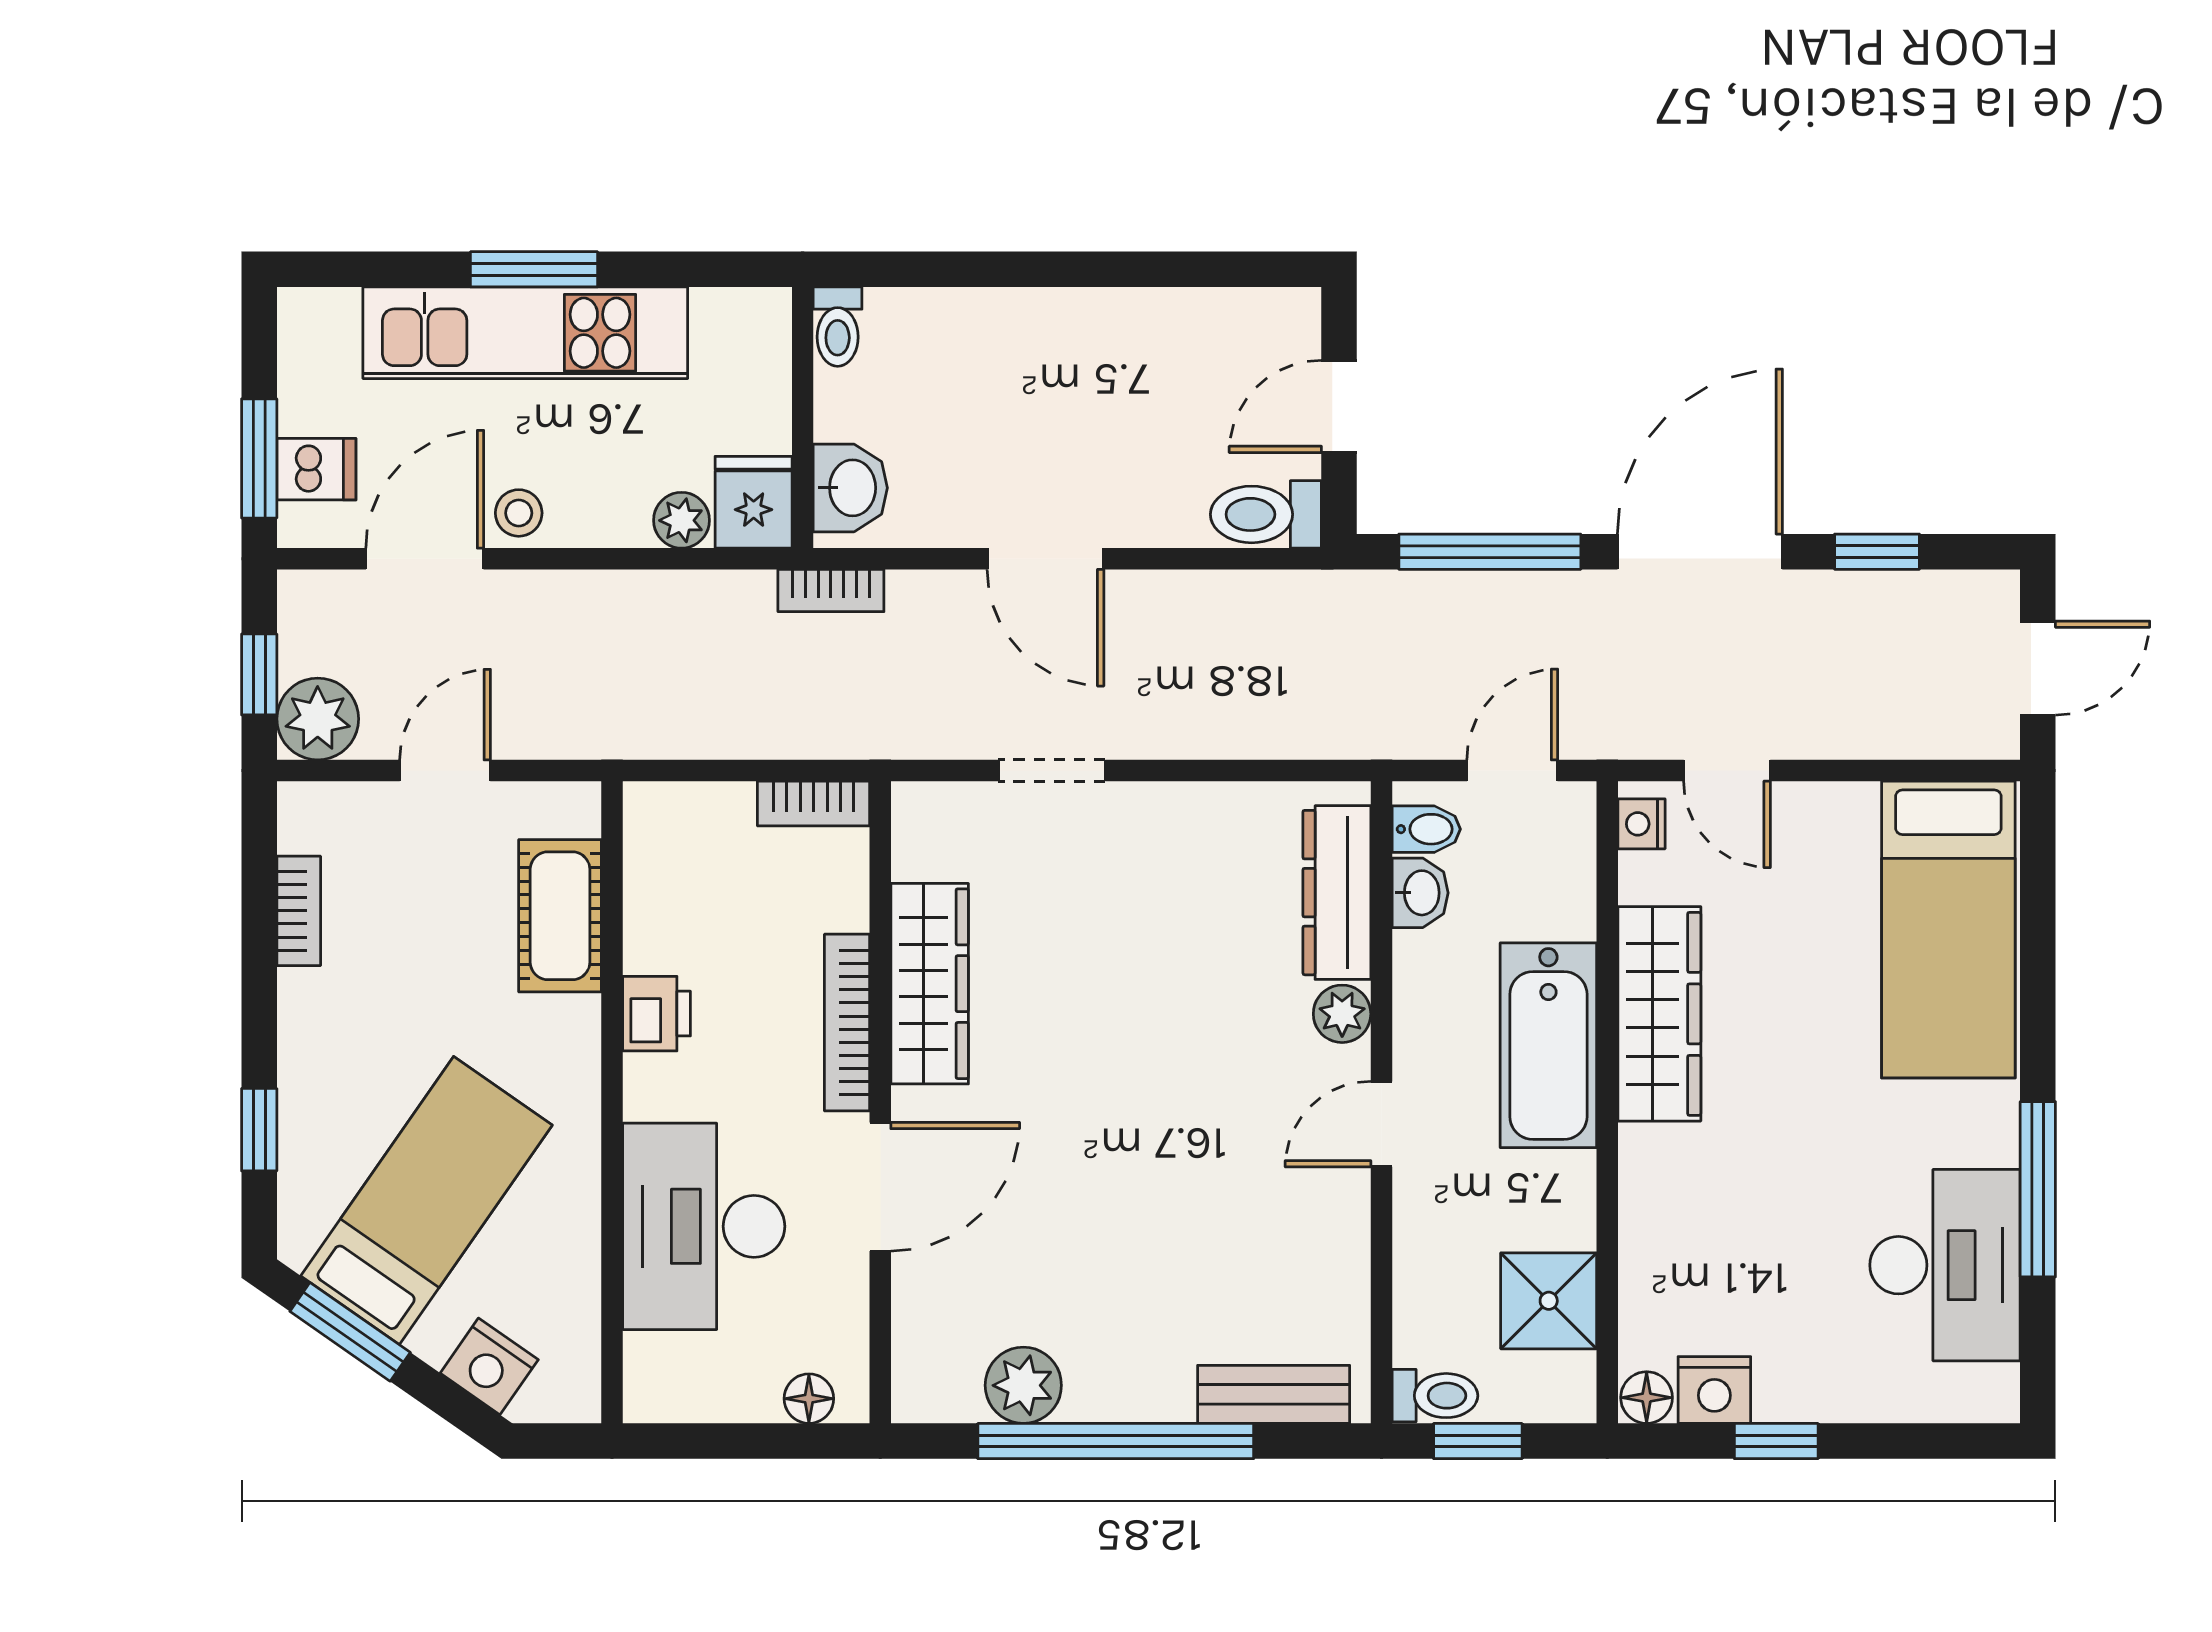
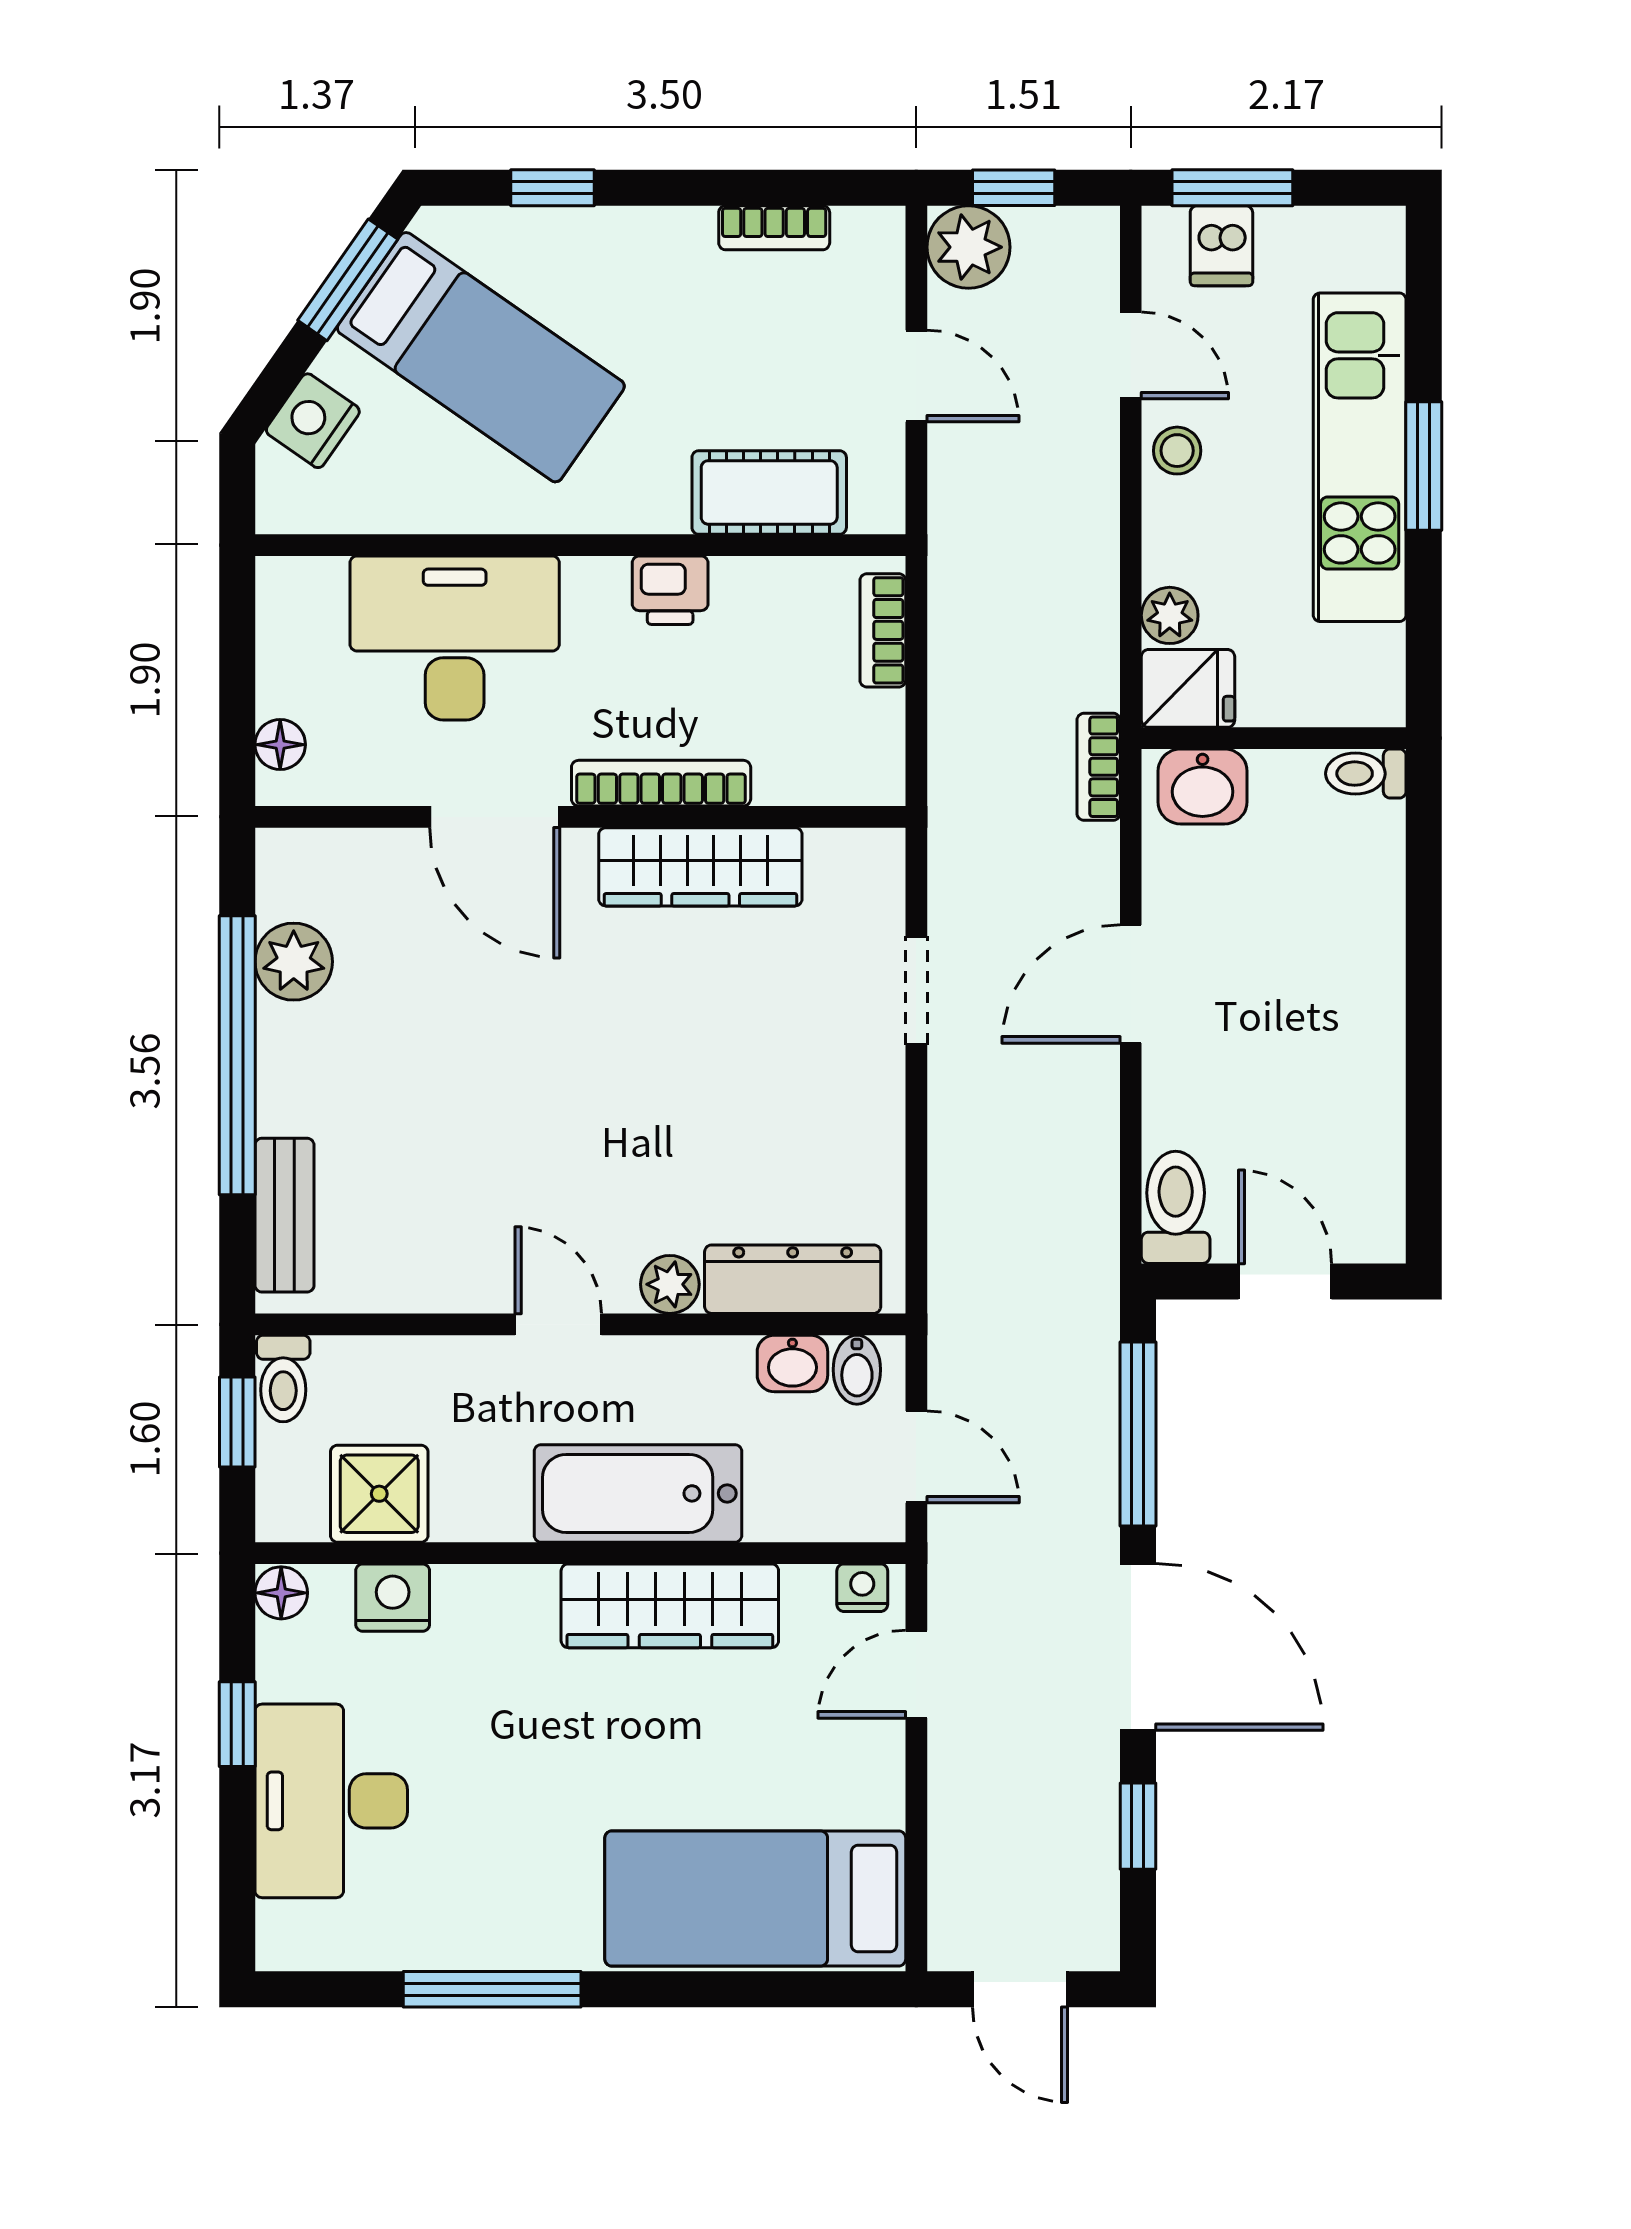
door: (425, 559) -> (1131, 355), width x0.73
bookcase: (814, 804) -> (883, 630), moved
desk: (1945, 1265) -> (331, 1801), moved, turned 90
nightstand: (1714, 1390) -> (393, 1598), moved, turned 90

